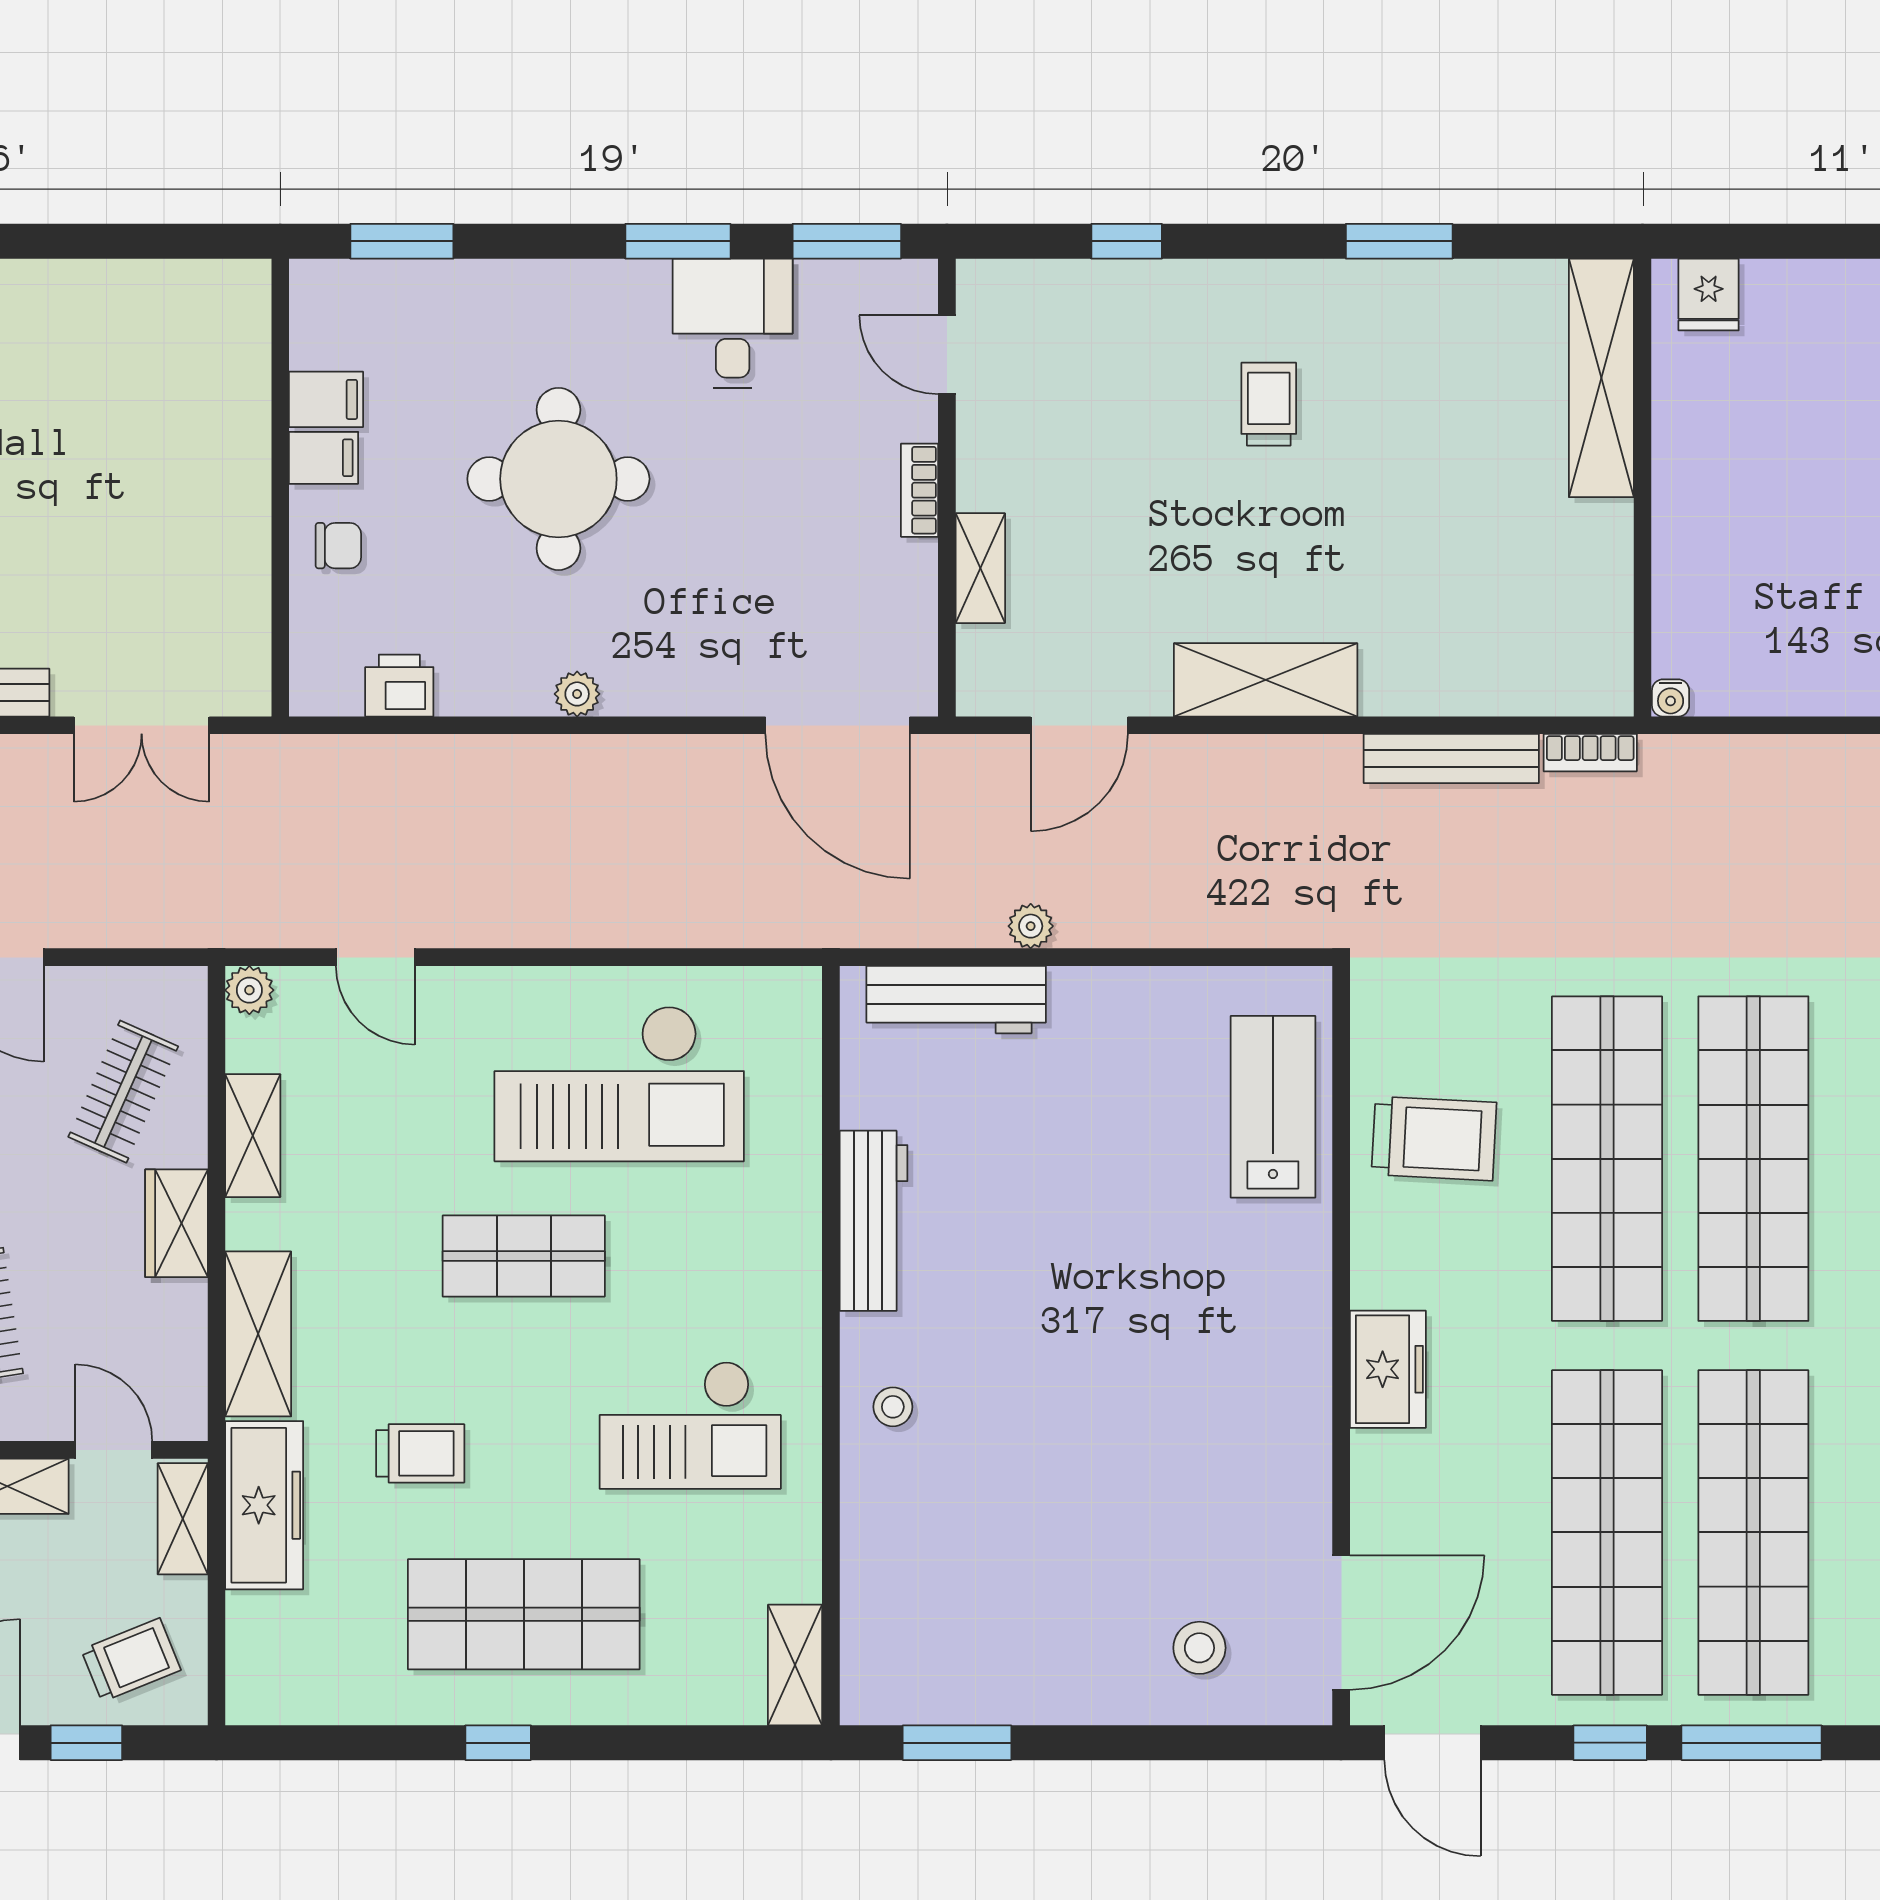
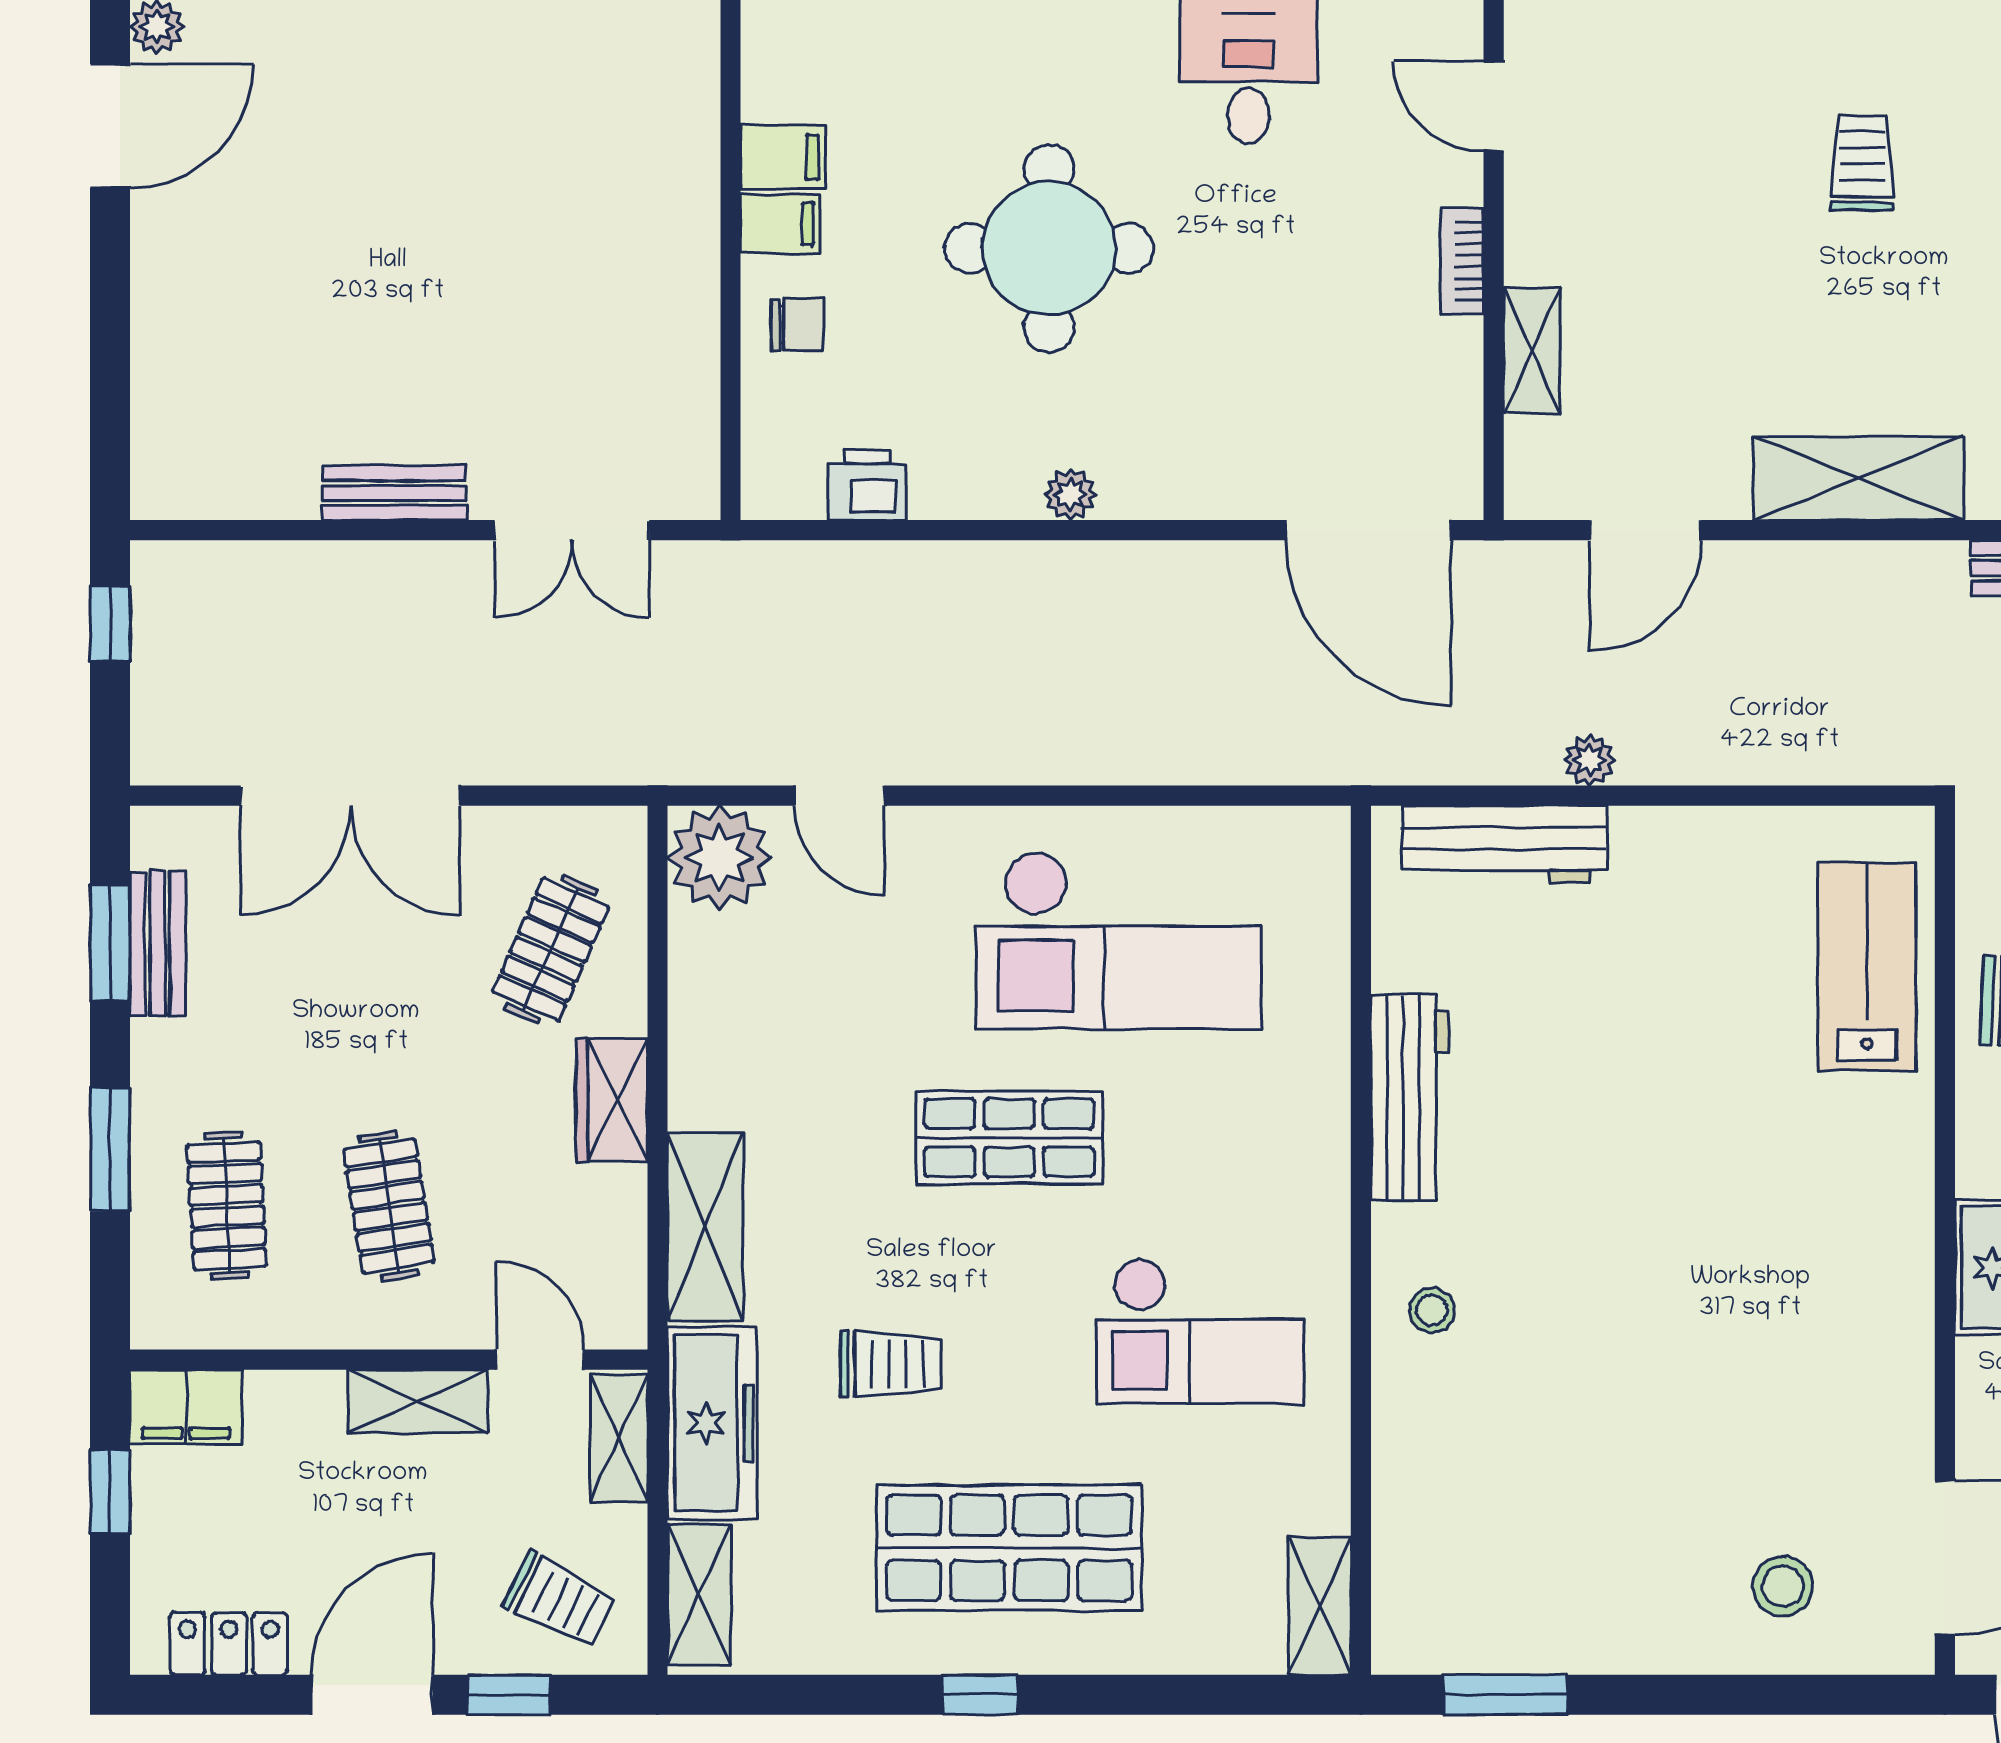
plant: (249, 990) -> (720, 858), width x1.87, depth x1.87
shelving: (253, 1136) -> (699, 1595), moved
trolley: (131, 1660) -> (560, 1600), turned 49

